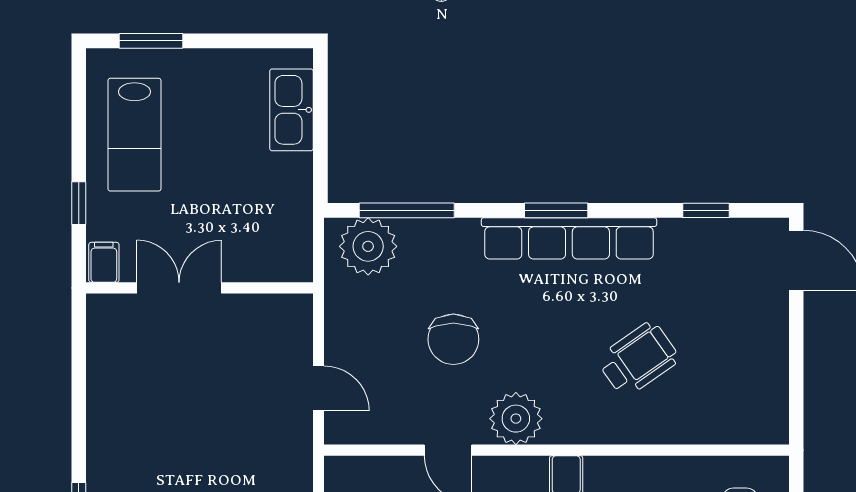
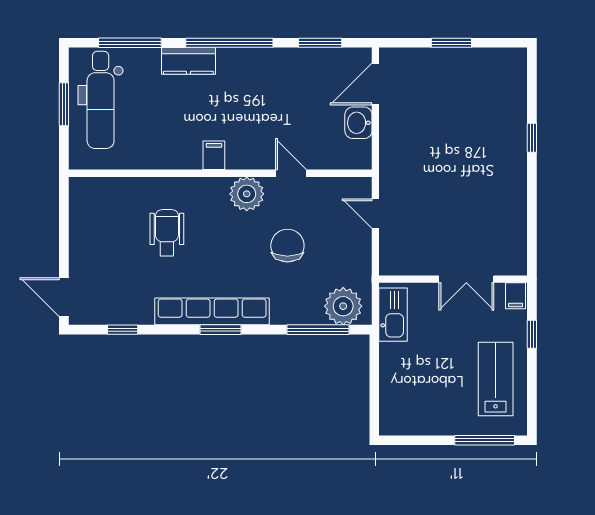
window: (151, 41) -> (485, 440), width x1.44
kitchen sink: (291, 110) -> (393, 315), moved
wheelchair: (638, 359) -> (167, 233), turned 125

